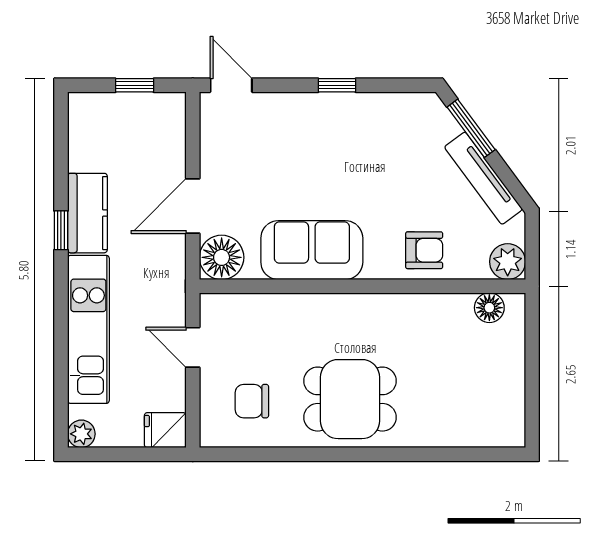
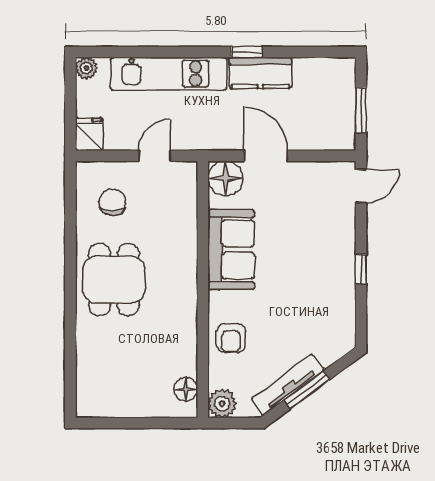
window: (135, 85) -> (361, 110), width x1.50
window: (471, 128) -> (307, 390), moved

